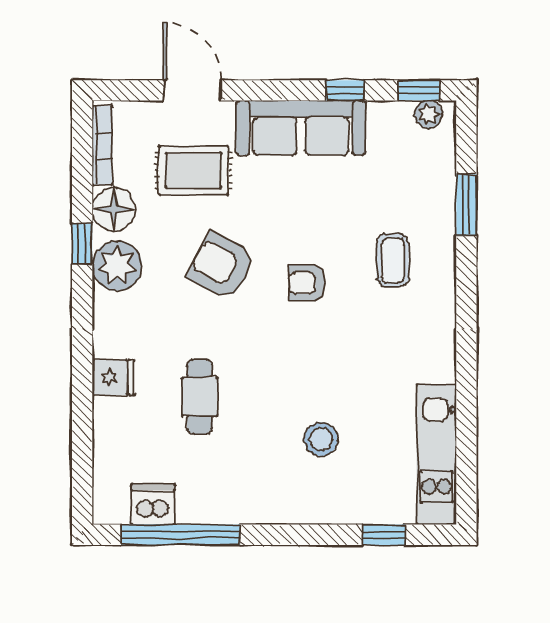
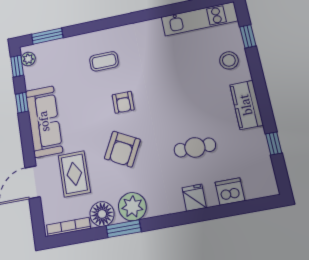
window: (466, 205) -> (47, 36), moved
window: (82, 244) -> (124, 229), width x1.50
stool: (321, 439) -> (229, 60), moved
dishwasher: (153, 504) -> (230, 191), moved, turned 90
kitchen counter: (258, 504) -> (246, 105), added
window: (181, 535) -> (274, 143), width x0.32

